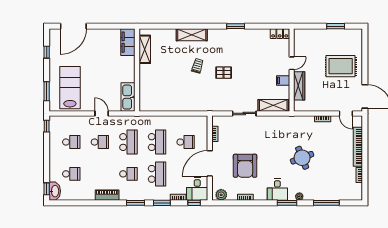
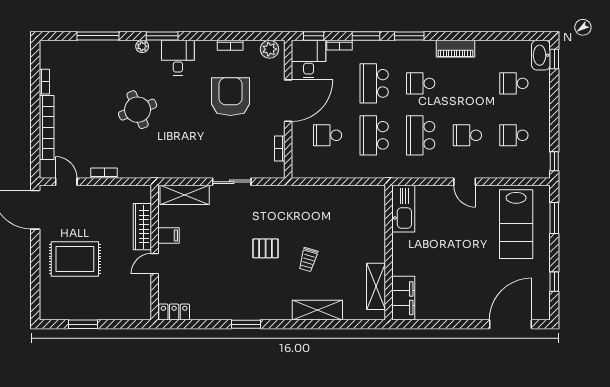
filing cabinet: (128, 42) -> (403, 298), moved
shelving: (145, 49) -> (376, 286), moved
wall: (137, 70) -> (389, 253), moved
kitchen sink: (128, 97) -> (403, 209), moved

